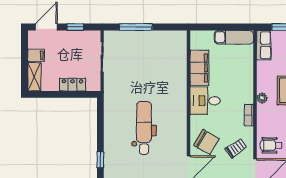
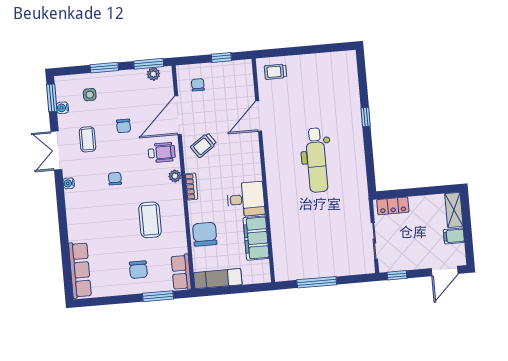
window: (75, 27) -> (397, 275), moved
window: (136, 27) -> (317, 282), moved
locker: (73, 85) -> (393, 206), moved
plant: (262, 98) -> (175, 176), moved
chair: (206, 142) -> (205, 234), moved, turned 60

